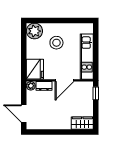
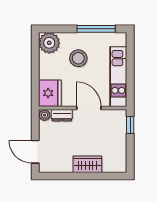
window: (70, 20) -> (96, 29), added
door: (64, 80) -> (89, 108), swing flipped
wardrobe: (82, 123) -> (87, 164), moved

